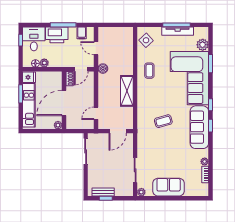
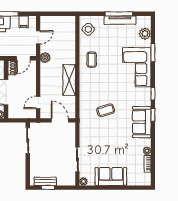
door: (96, 48) -> (38, 37), swing flipped
corner sofa: (189, 78) -> (137, 67), width x0.73, depth x0.74
sofa: (199, 127) -> (142, 122), width x0.73
door: (118, 131) -> (60, 120), swing flipped

